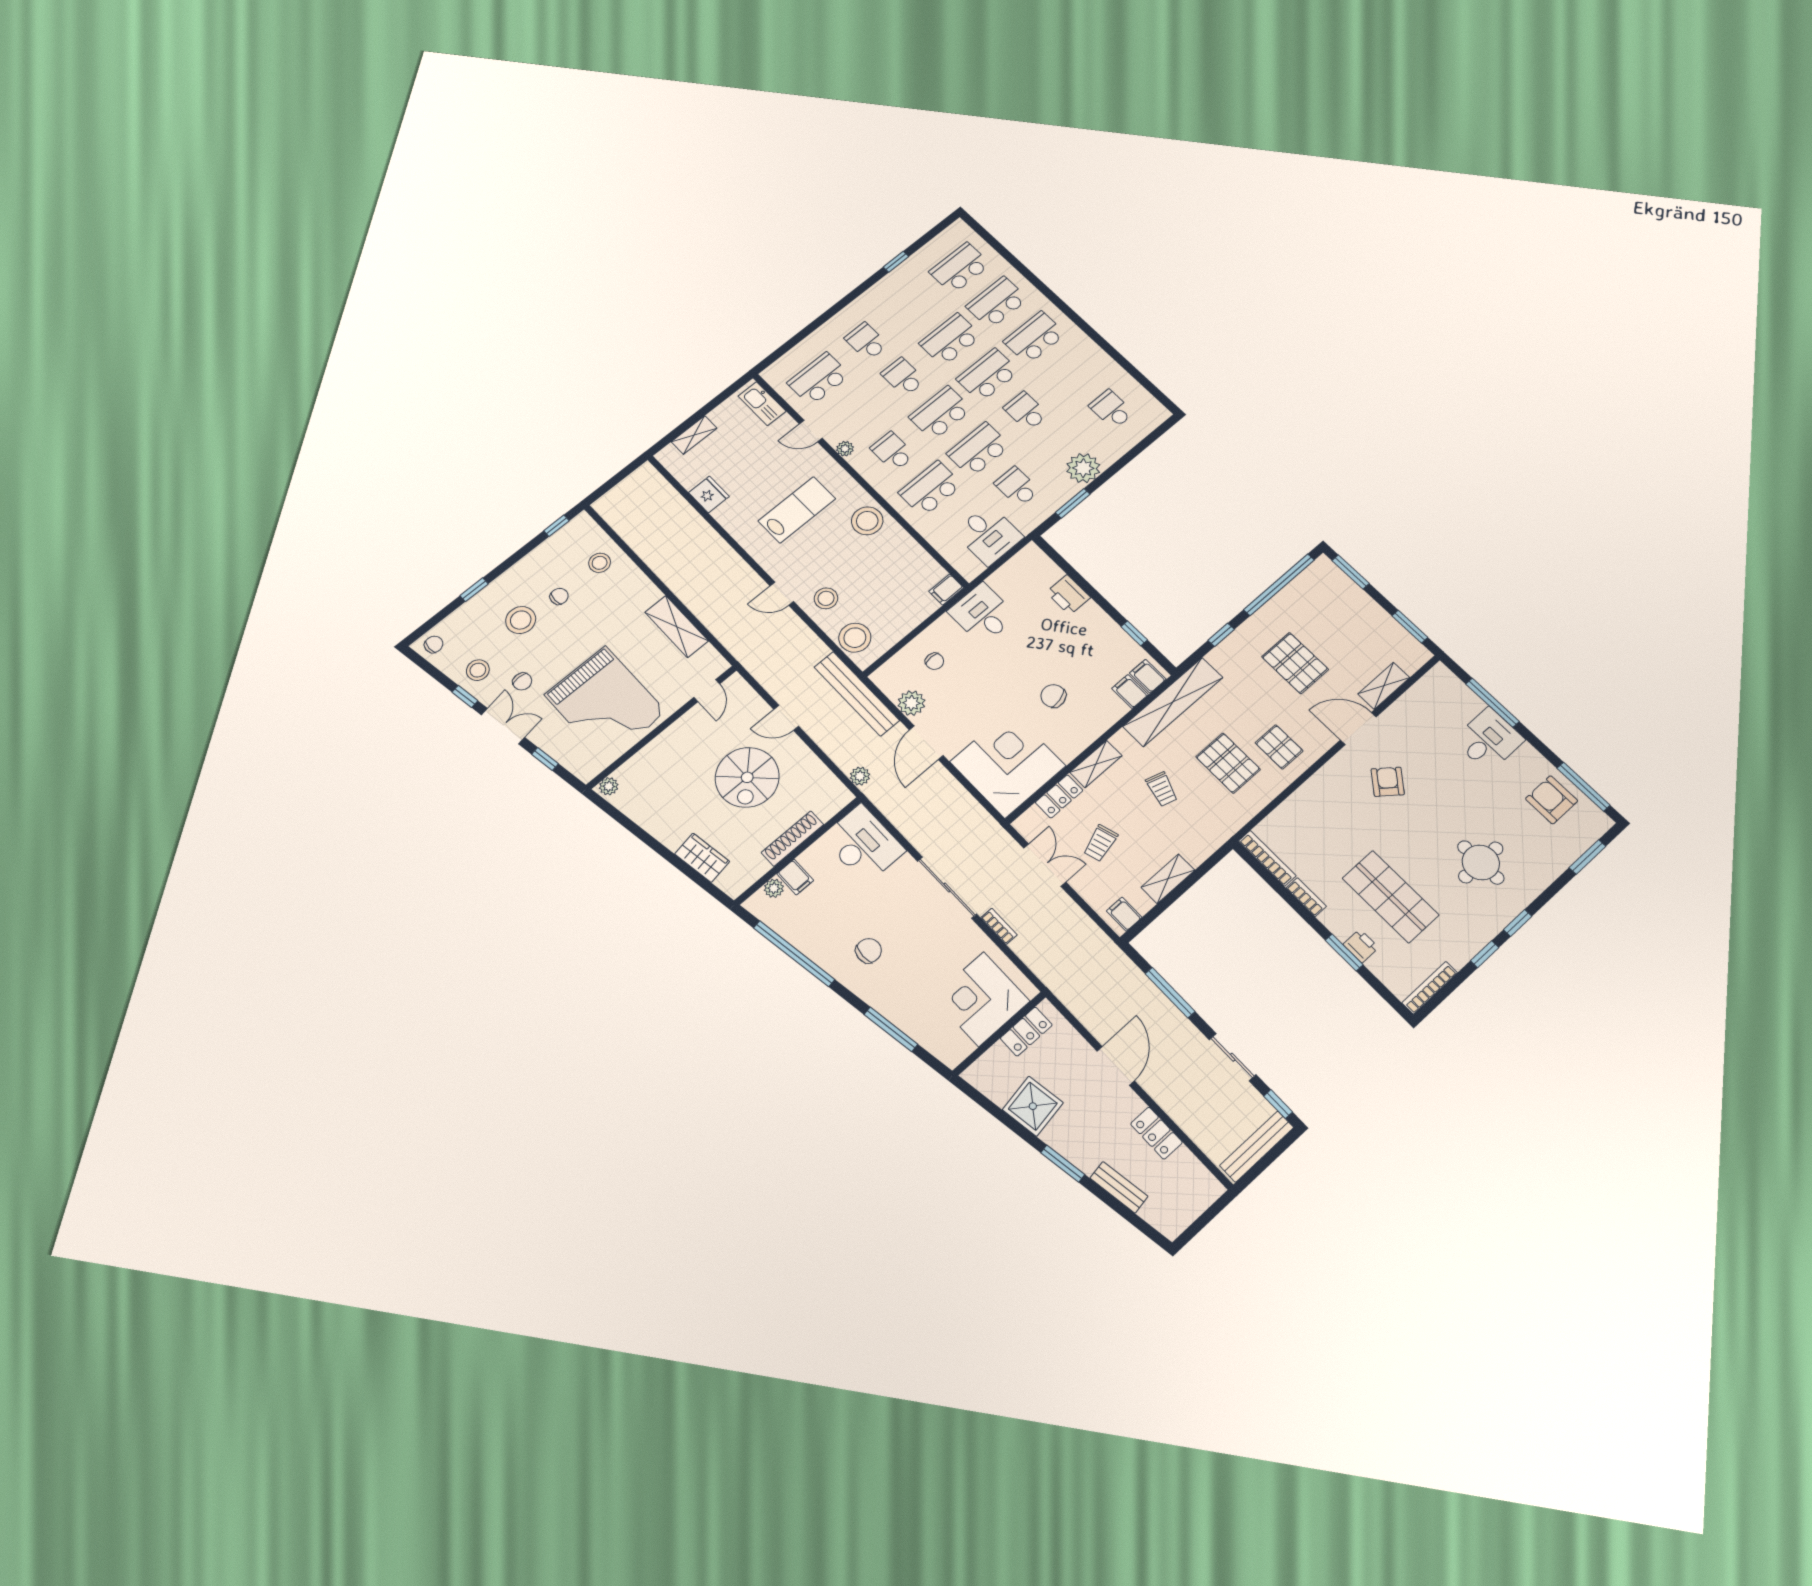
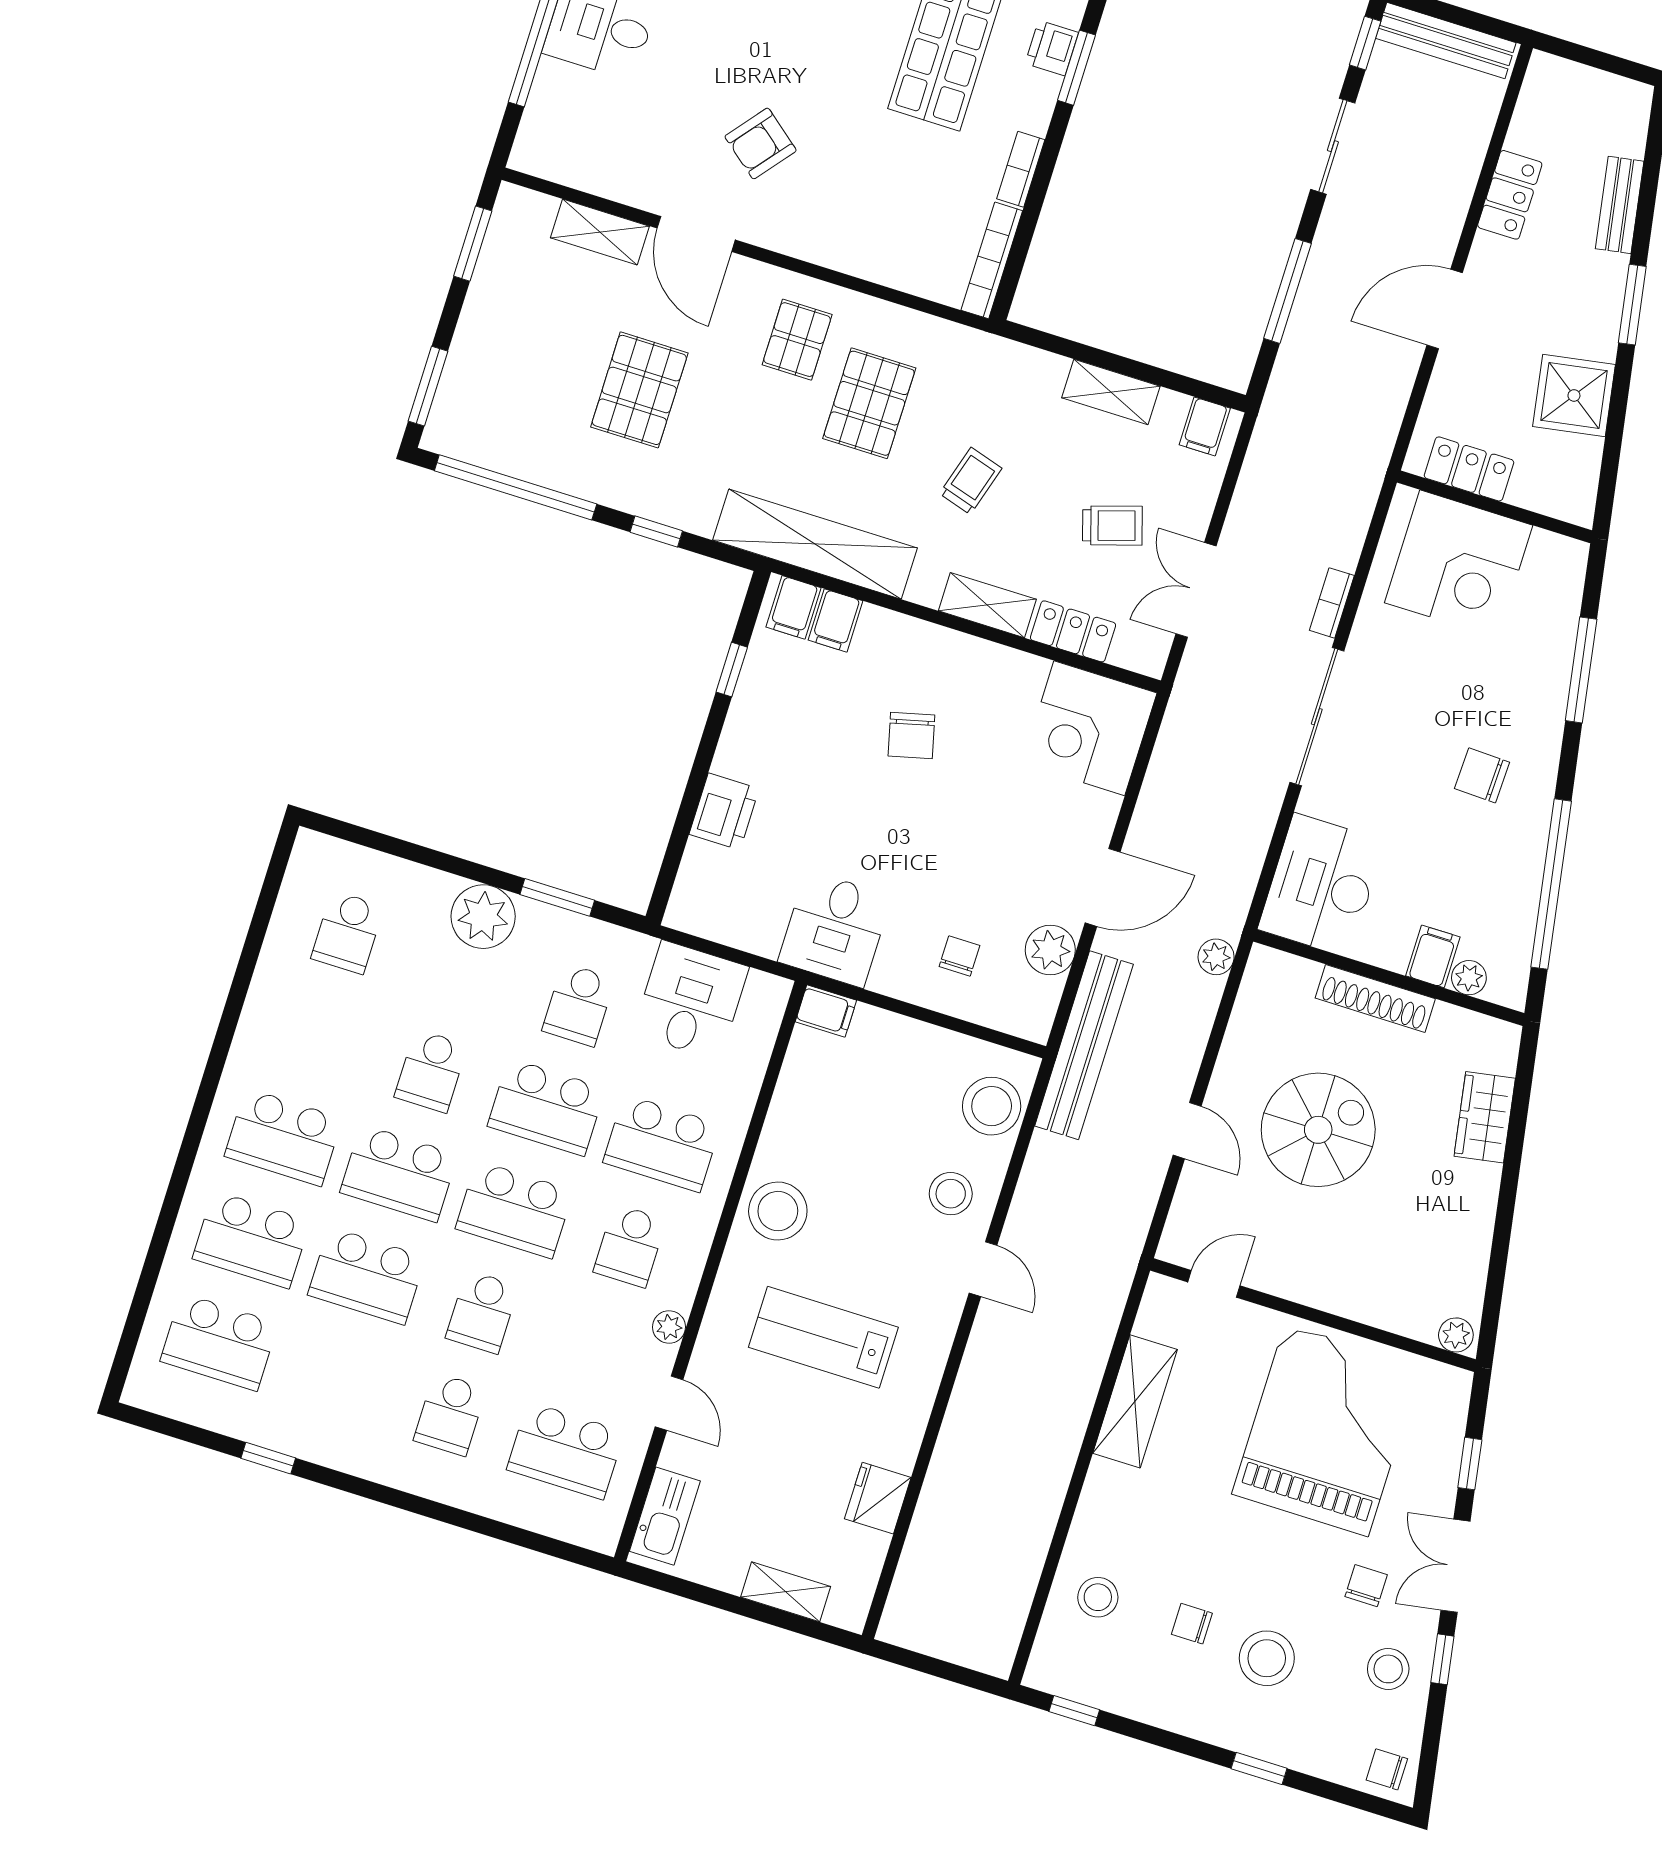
corner desk: (1008, 764) -> (1089, 728), width x0.74, depth x0.74

